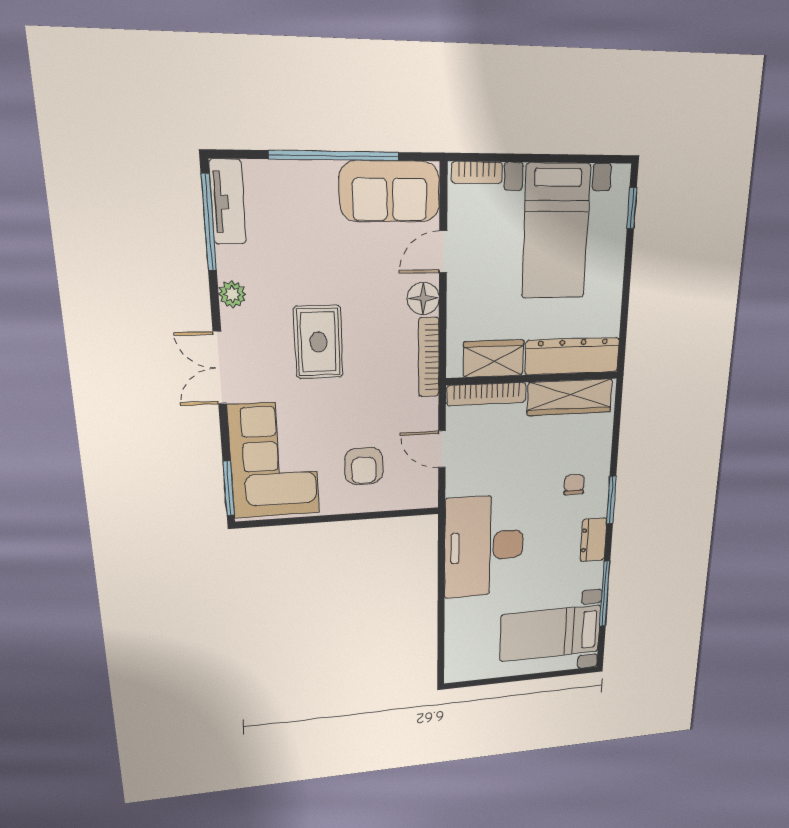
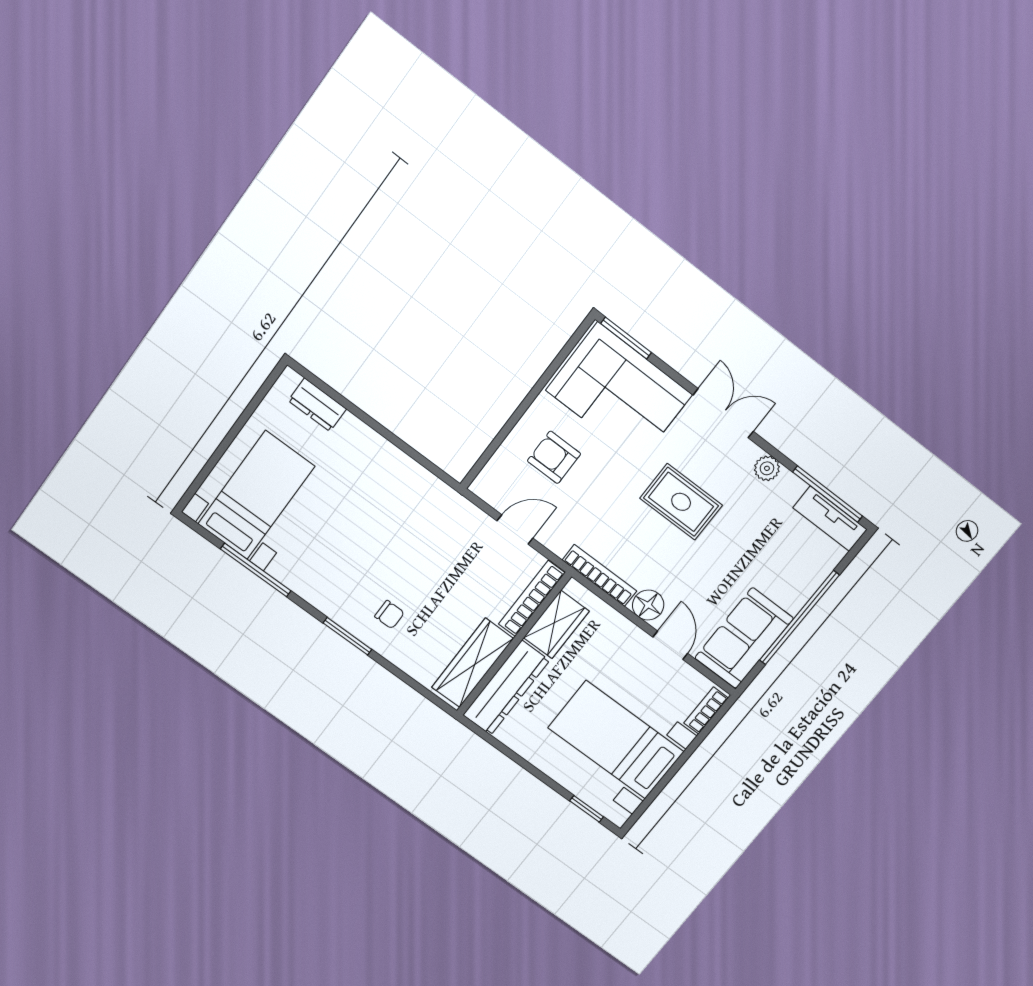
dresser: (593, 540) -> (317, 405), moved, turned 180
desk: (484, 546) -> (396, 500), removed

